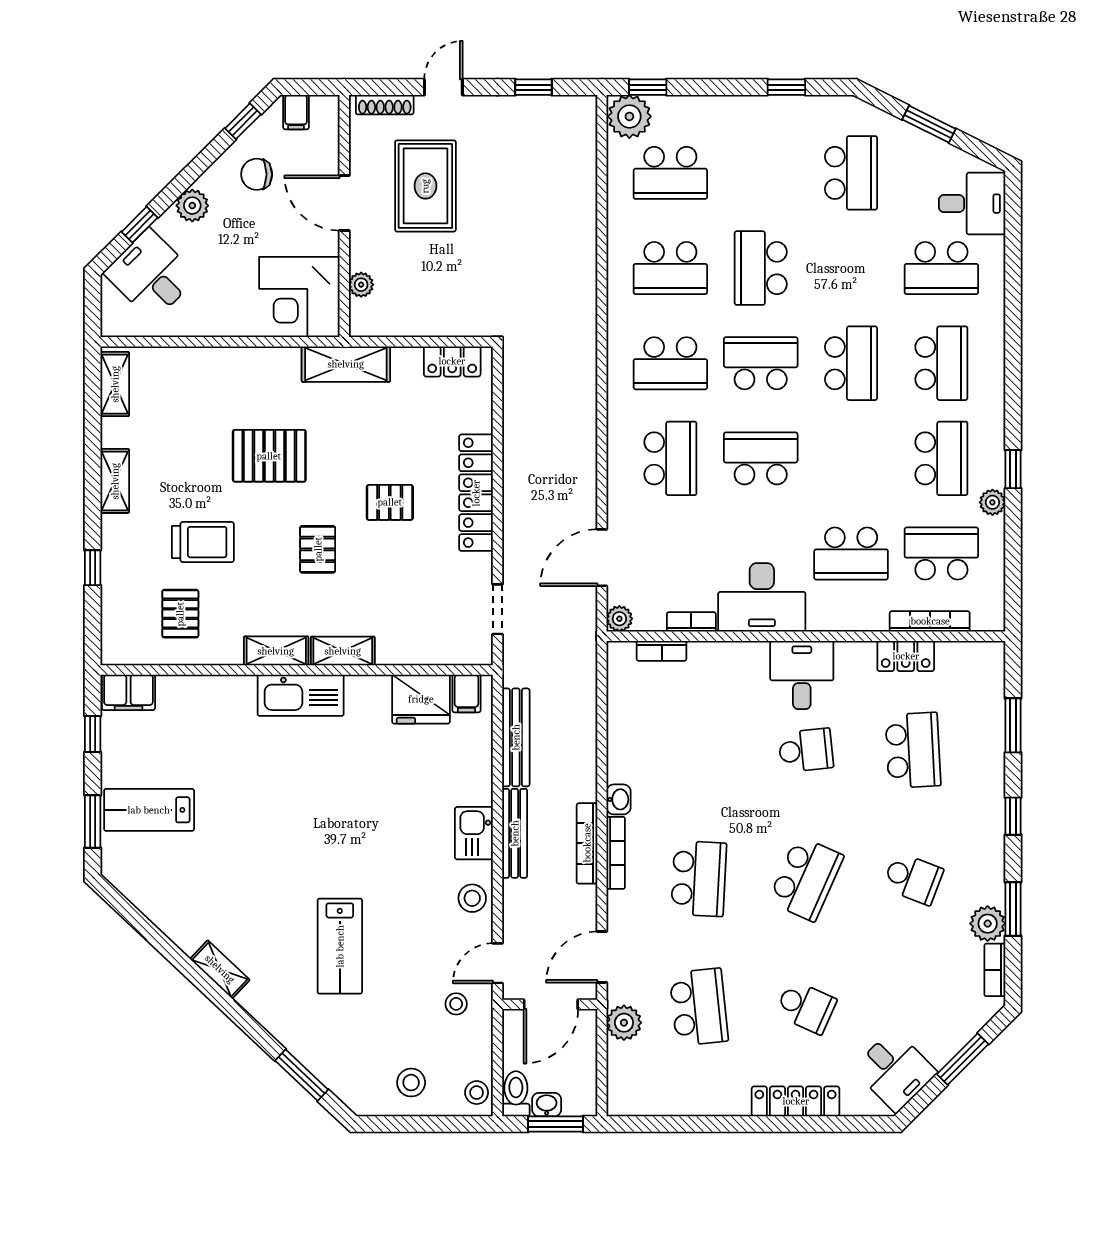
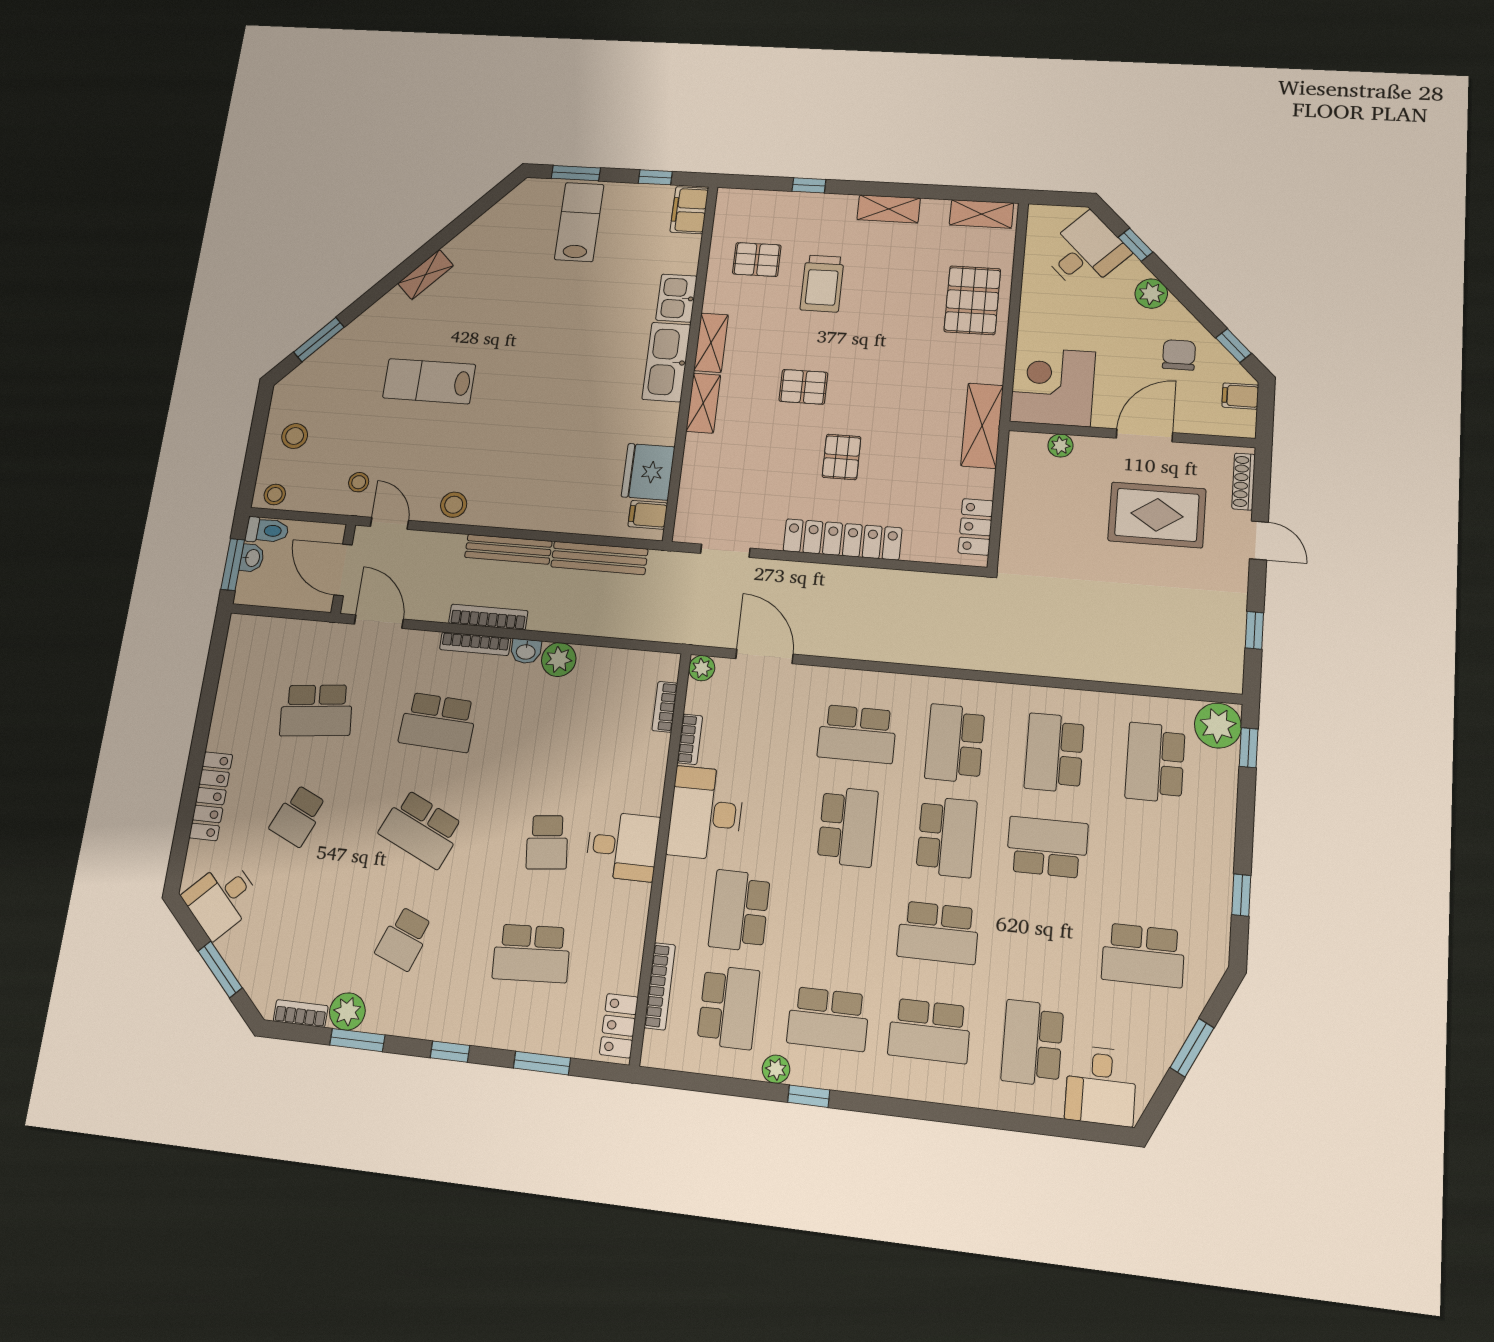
pallet: (269, 456) -> (972, 300), moved
locker: (906, 656) -> (619, 1026), moved
kitchen sink: (474, 833) -> (676, 298), moved, turned -90
plant: (624, 1023) -> (559, 660), moved

